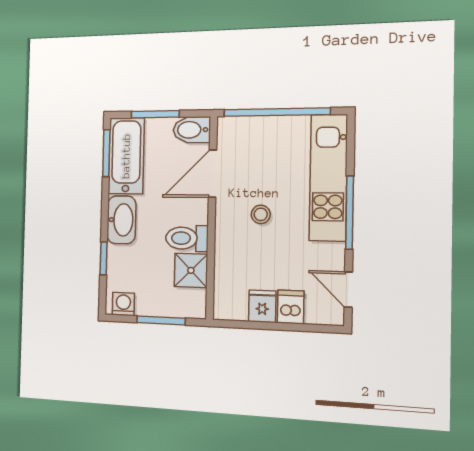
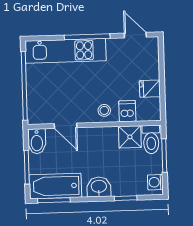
door: (213, 174) -> (65, 126), width x0.73
stool: (261, 214) -> (104, 110), moved
washbasin: (121, 220) -> (99, 187), width x0.72
toilet: (187, 238) -> (151, 139), moved
door: (348, 290) -> (135, 35), swing flipped
dishwasher: (291, 307) -> (127, 111), moved, turned 90

